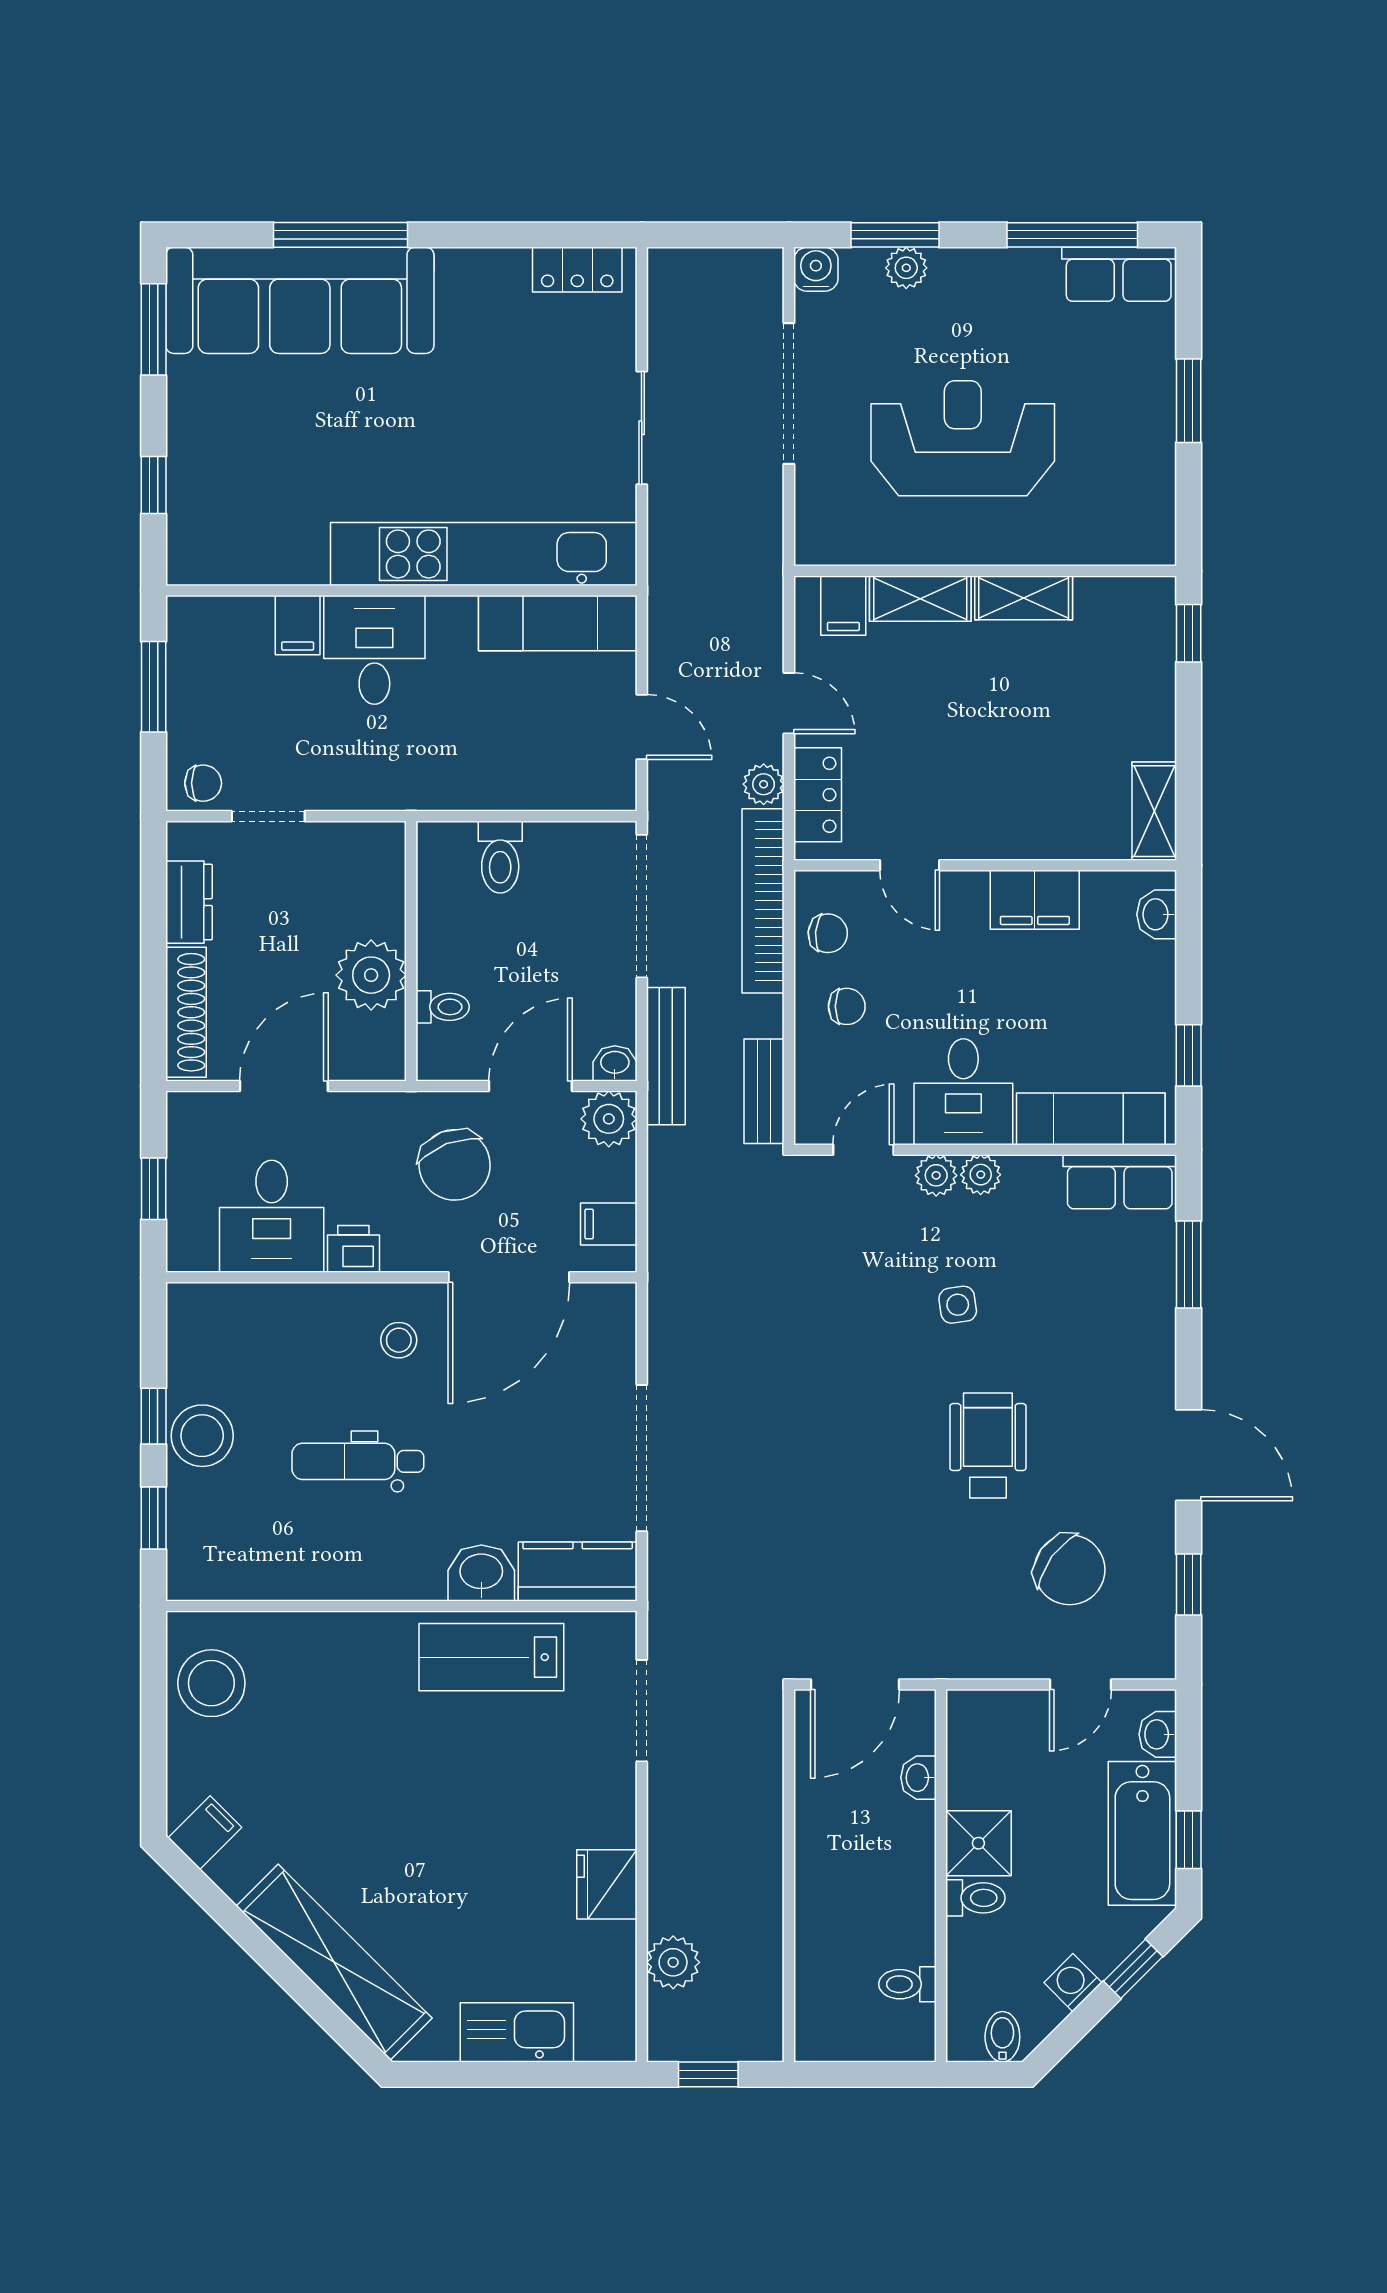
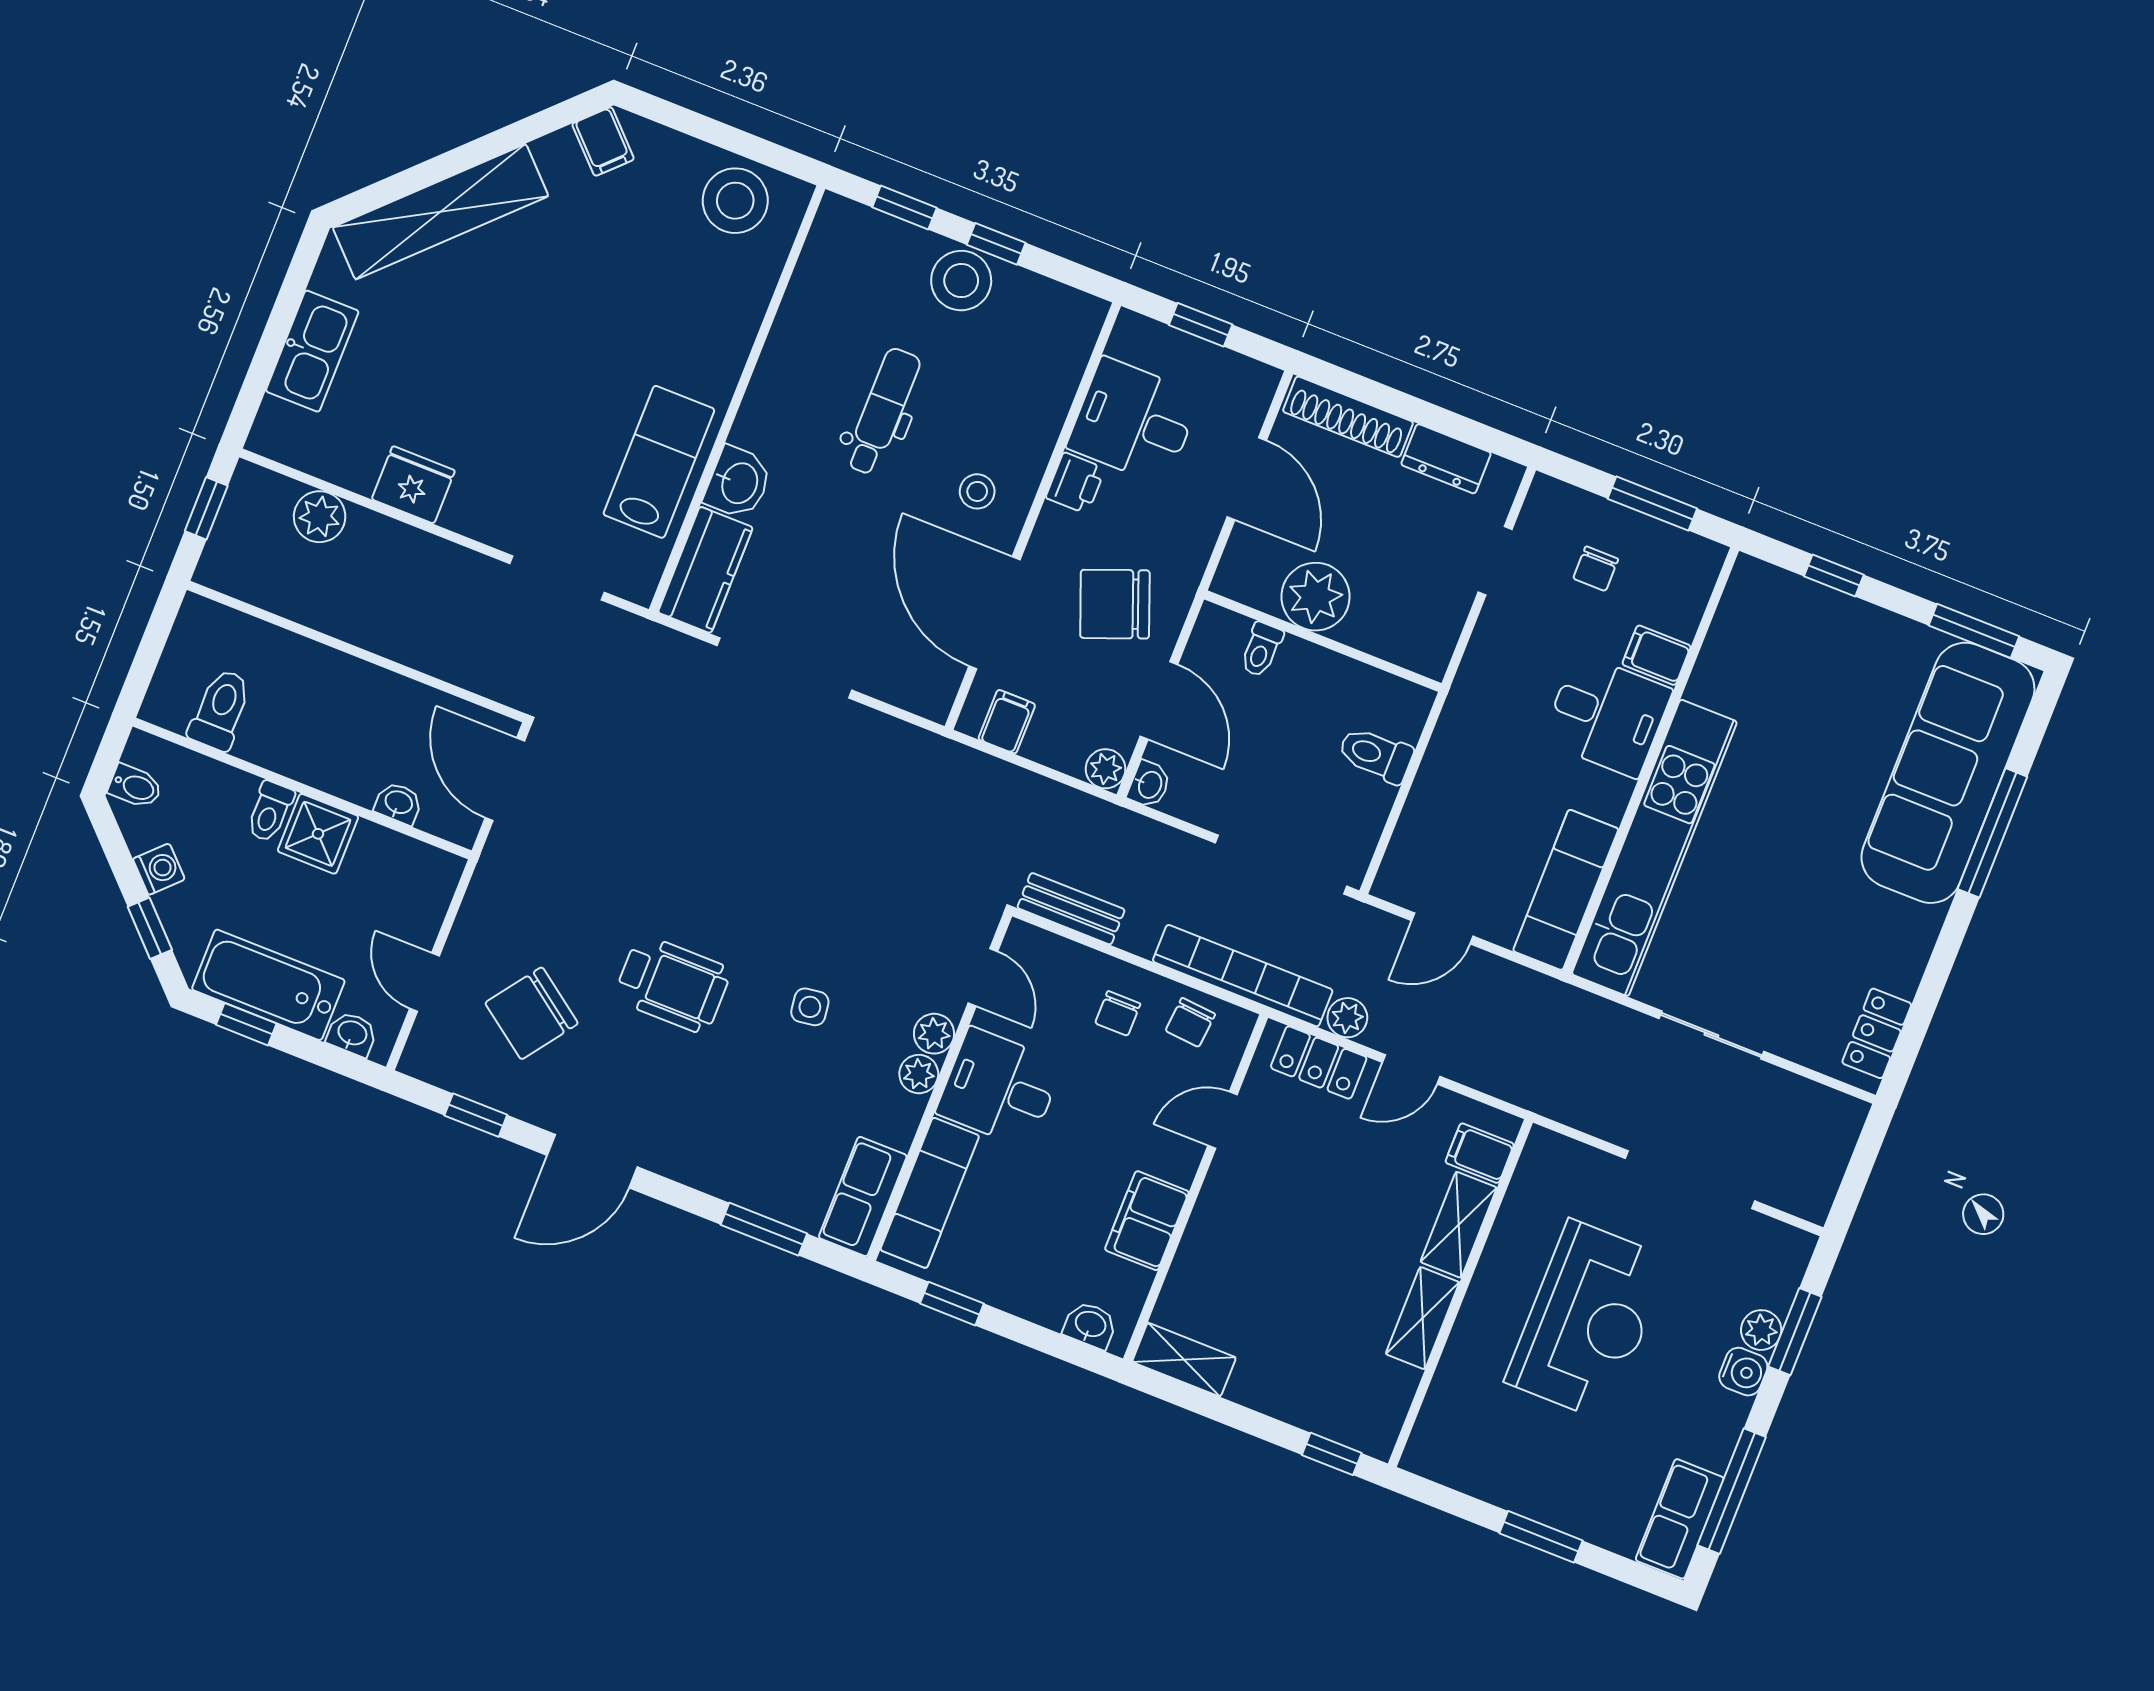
water cooler: (816, 269) -> (1743, 1372), moved
chair: (203, 783) -> (1596, 569), moved
bench: (666, 1056) -> (1137, 833), removed
plant: (609, 1119) -> (1106, 769), width x0.73, depth x0.73
toilet: (907, 1984) -> (220, 710), width x1.37, depth x1.39

